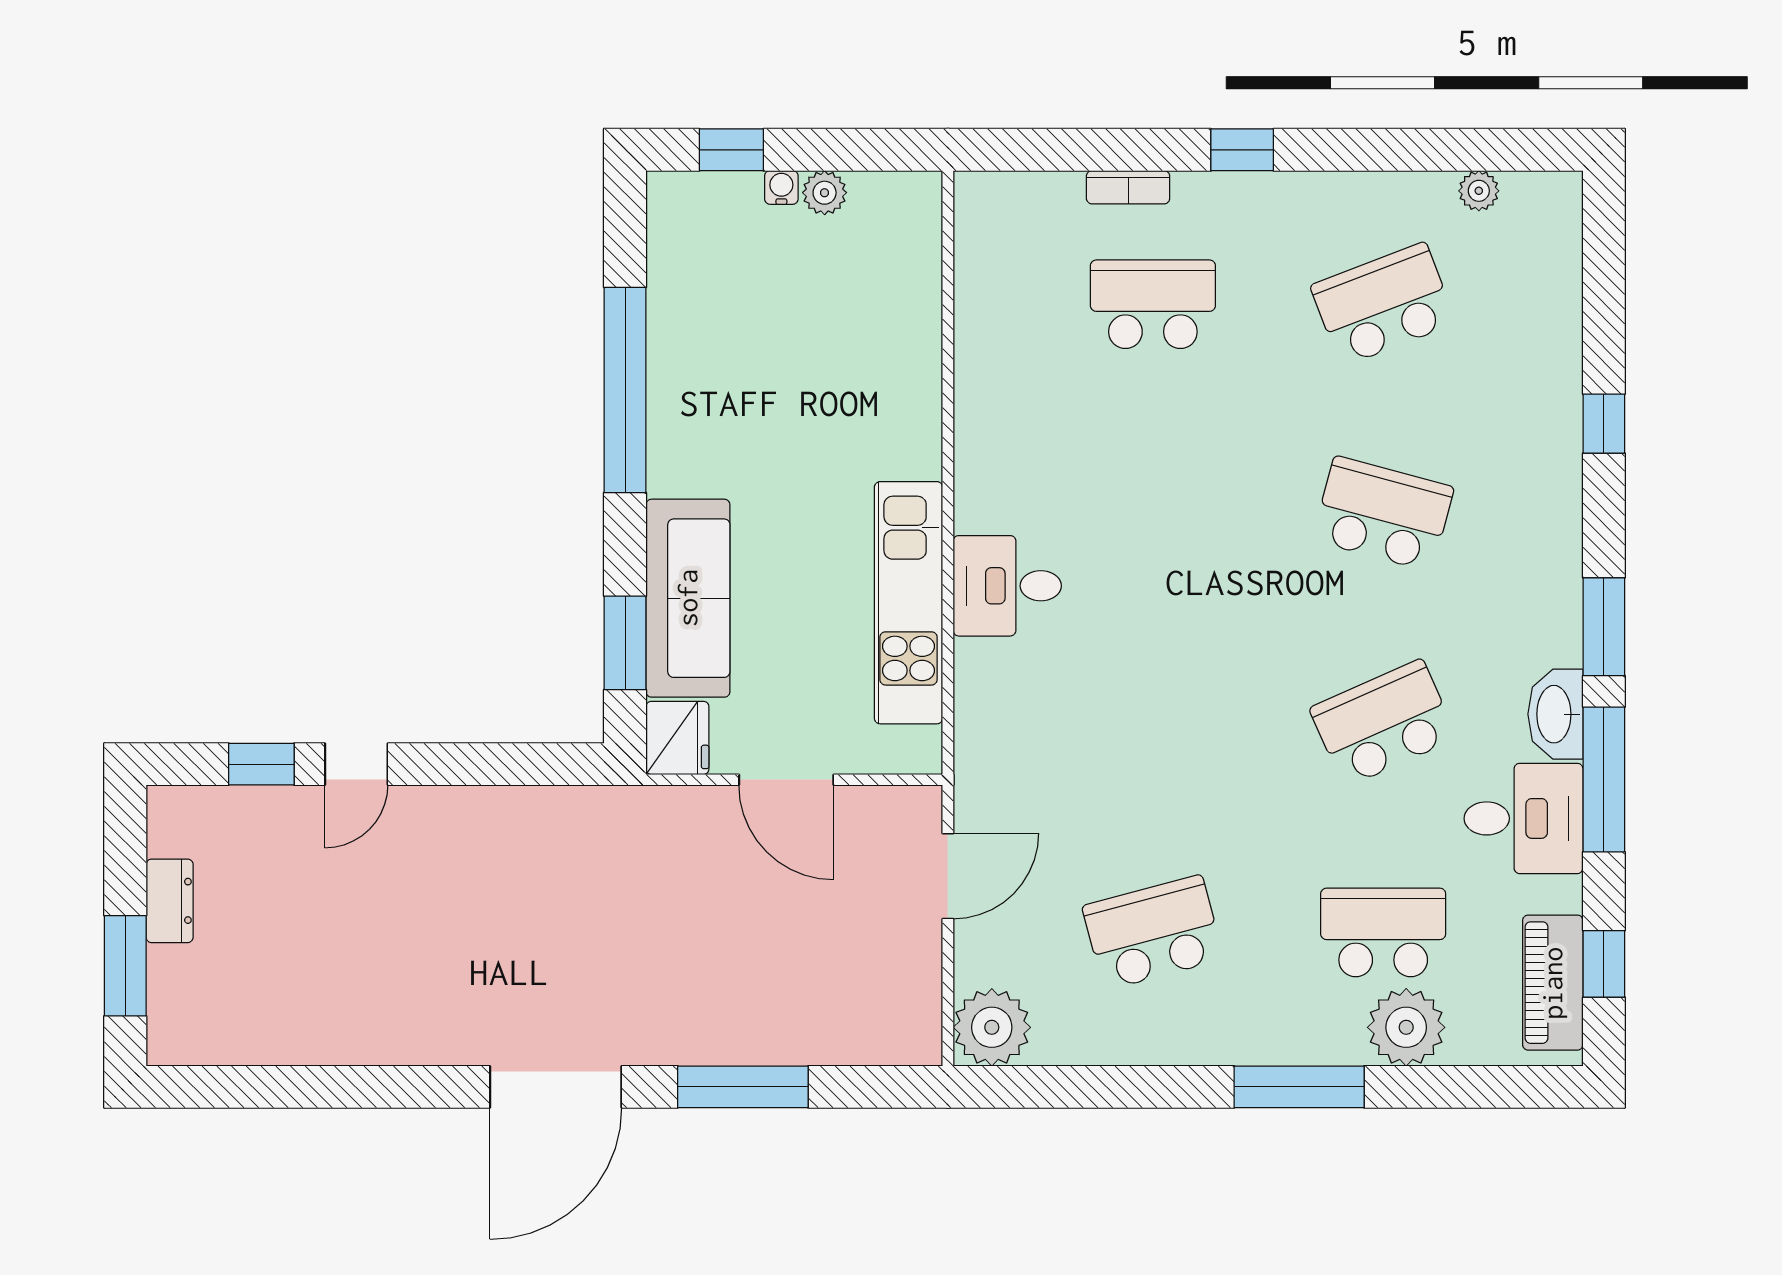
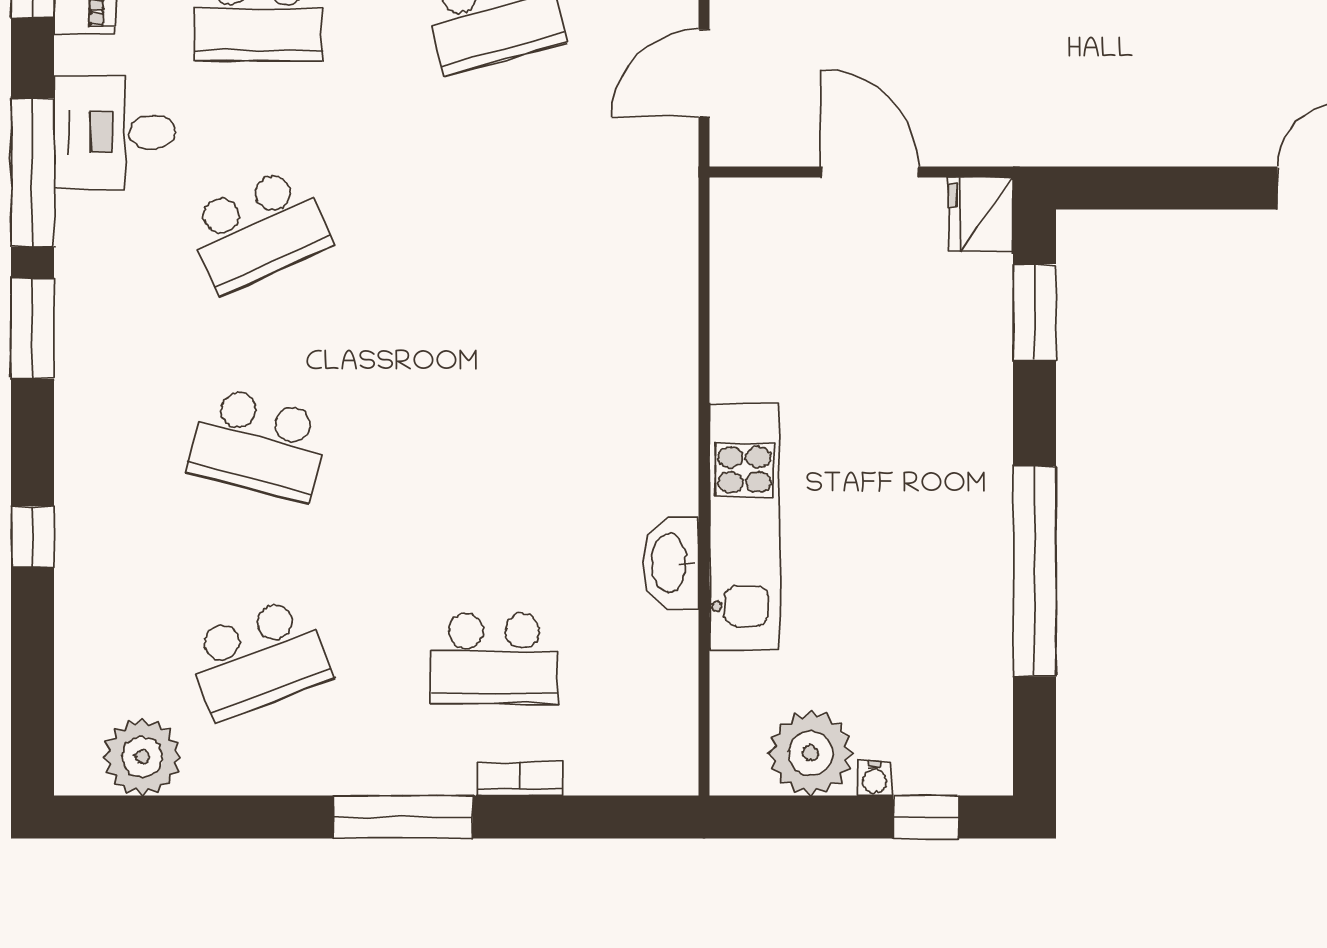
window: (1242, 150) -> (403, 817), width x2.17
plant: (1479, 191) -> (142, 757), width x1.87, depth x1.87
plant: (825, 193) -> (810, 753), width x1.88, depth x1.88
desk: (1007, 586) -> (643, 371), removed
sofa: (688, 598) -> (970, 358), removed
kitchen unit: (909, 603) -> (744, 527), moved
washbasin: (1556, 714) -> (671, 563), moved, turned 180

